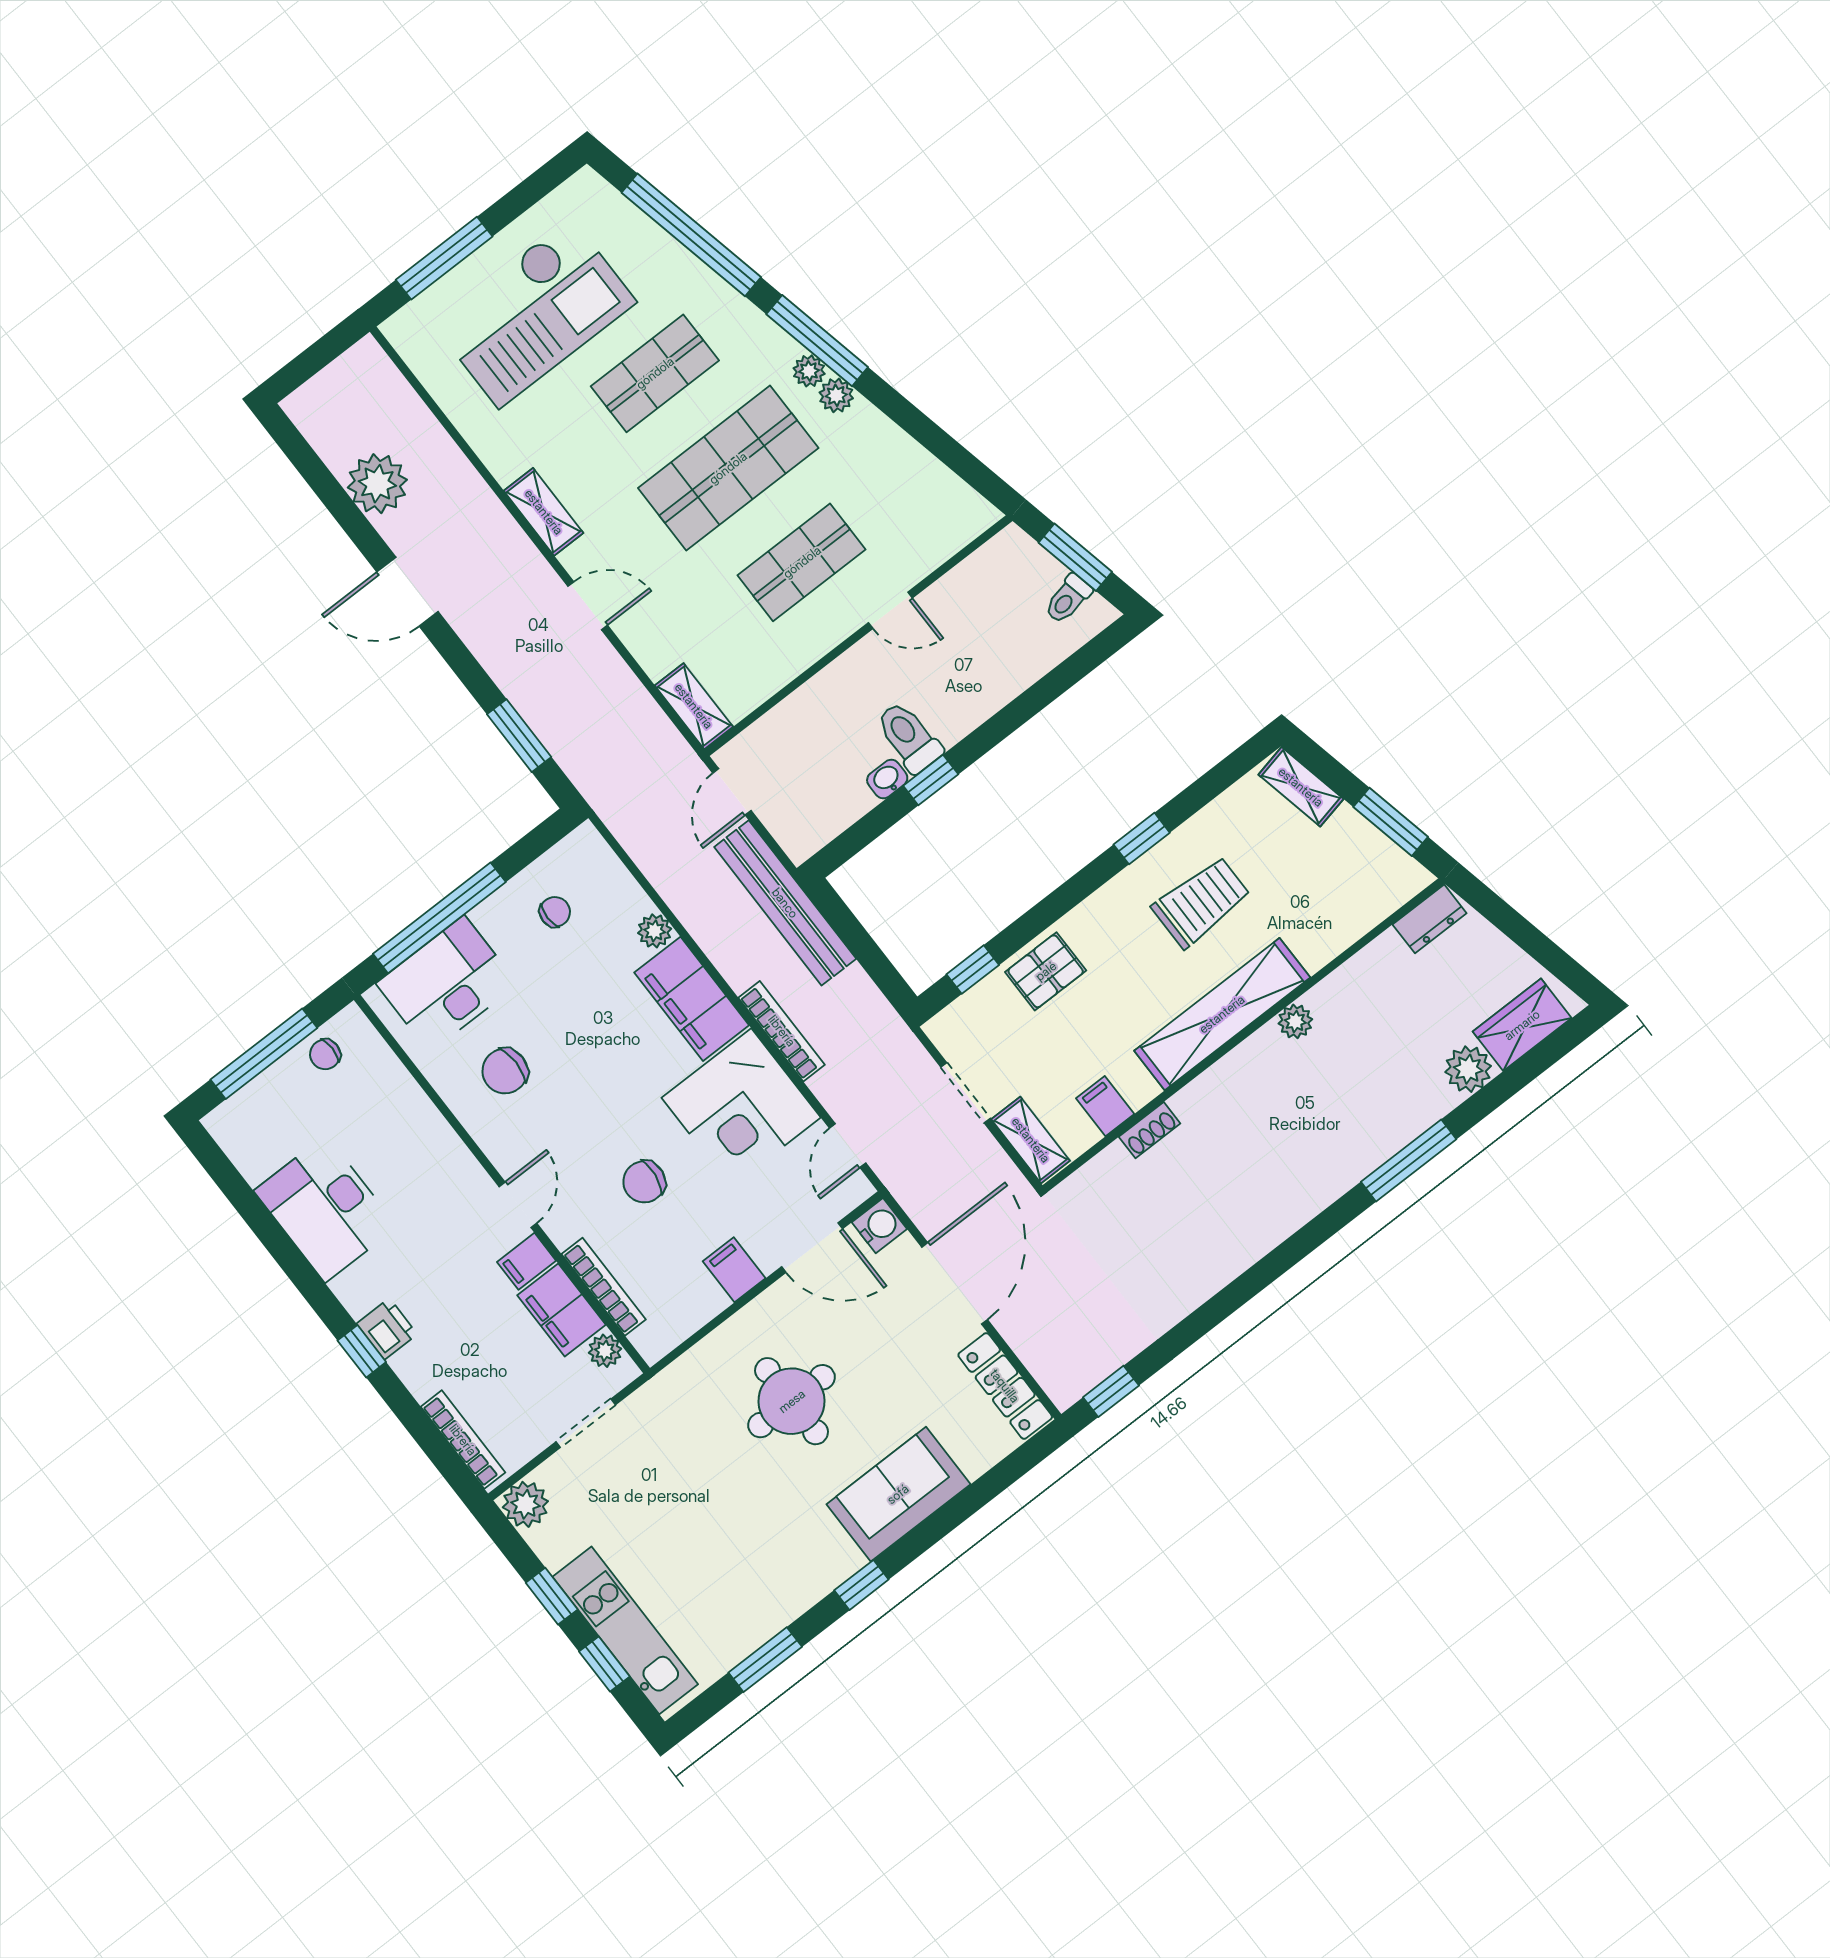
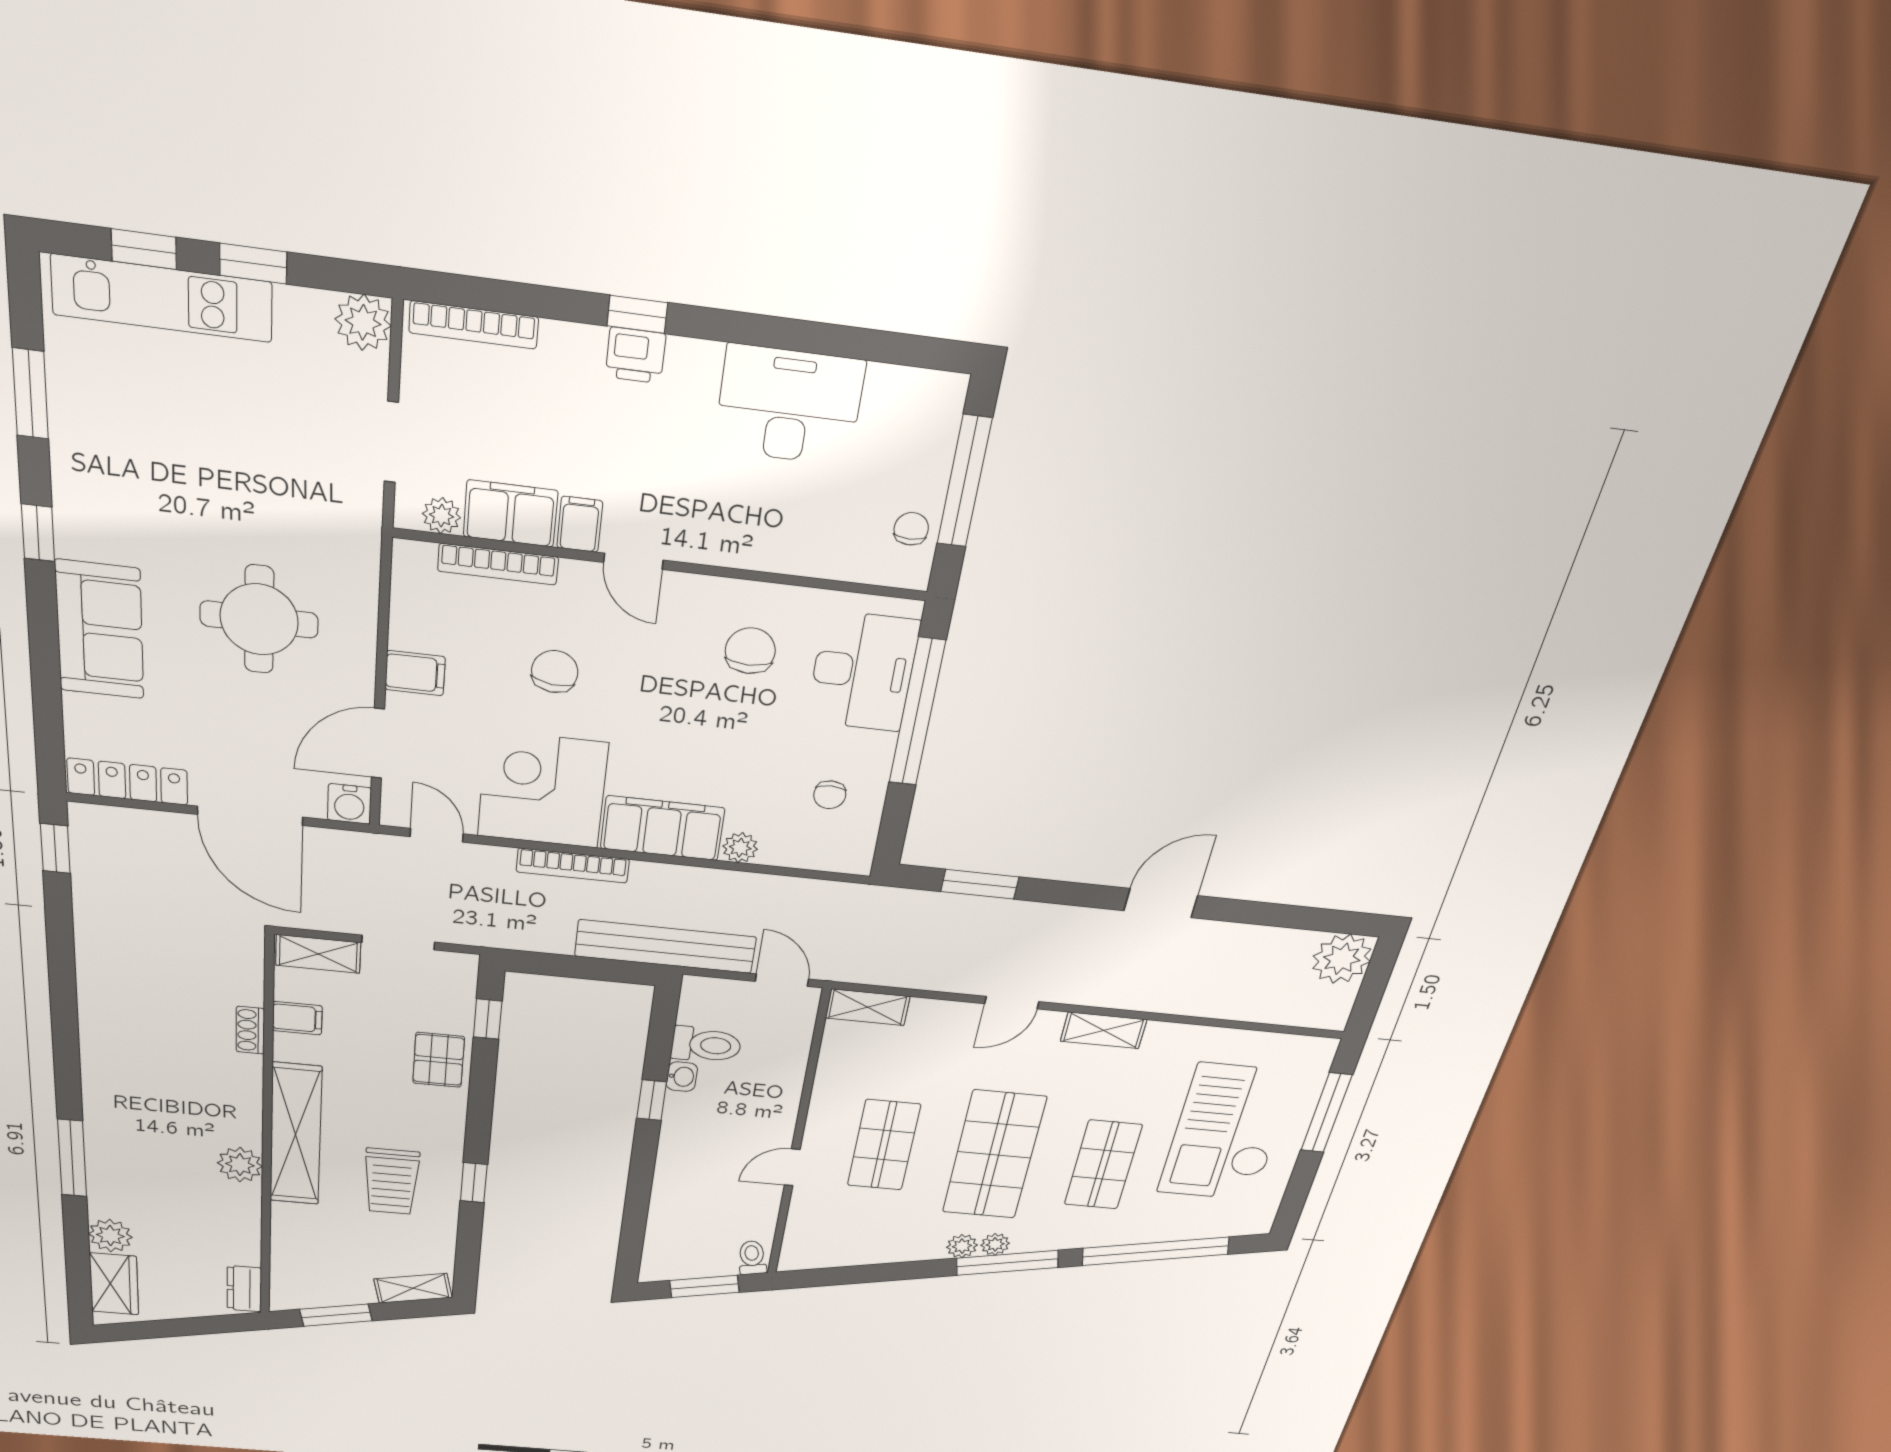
plant: (377, 484) -> (1342, 959), moved
toilet: (1068, 599) -> (752, 1258), moved
toilet: (909, 737) -> (706, 1045), moved
plant: (1295, 1021) -> (240, 1165), width x1.38, depth x1.38

